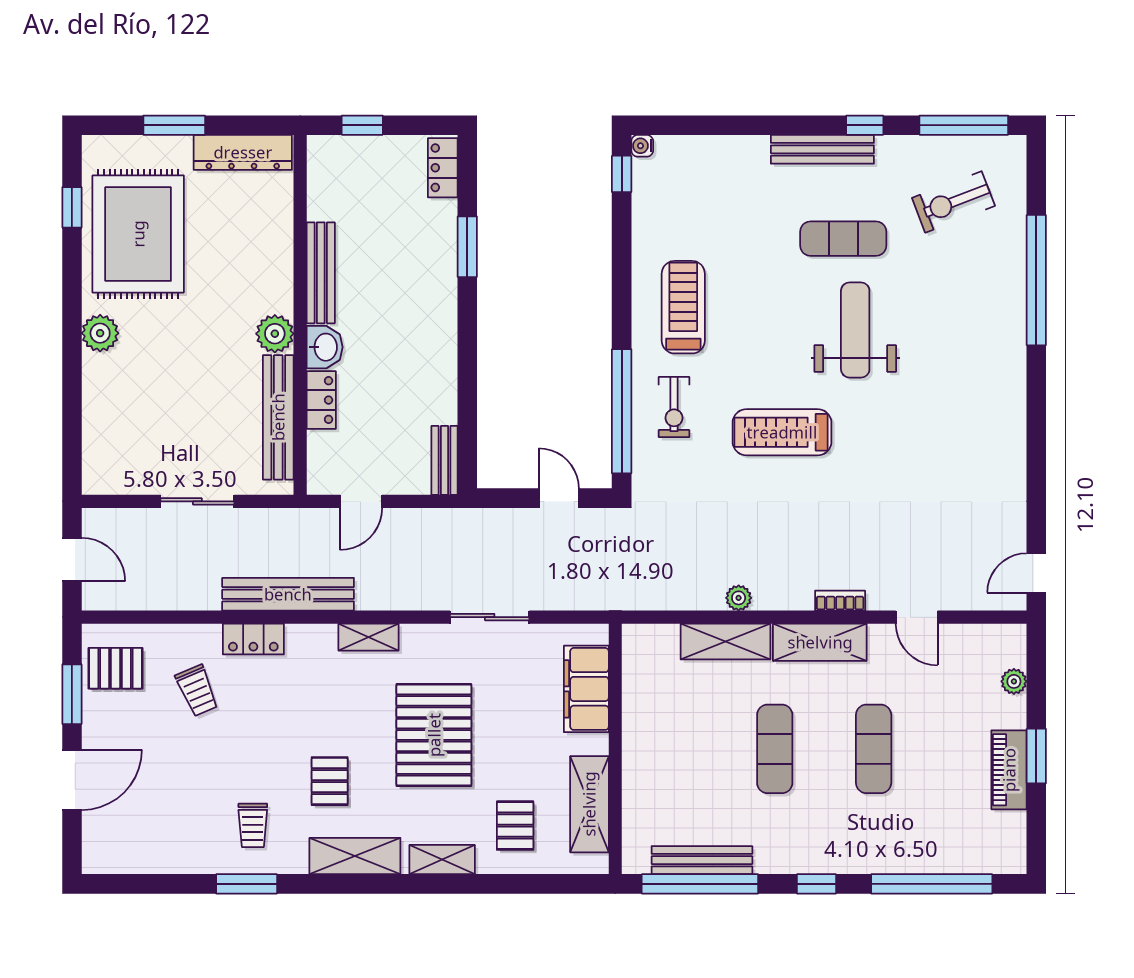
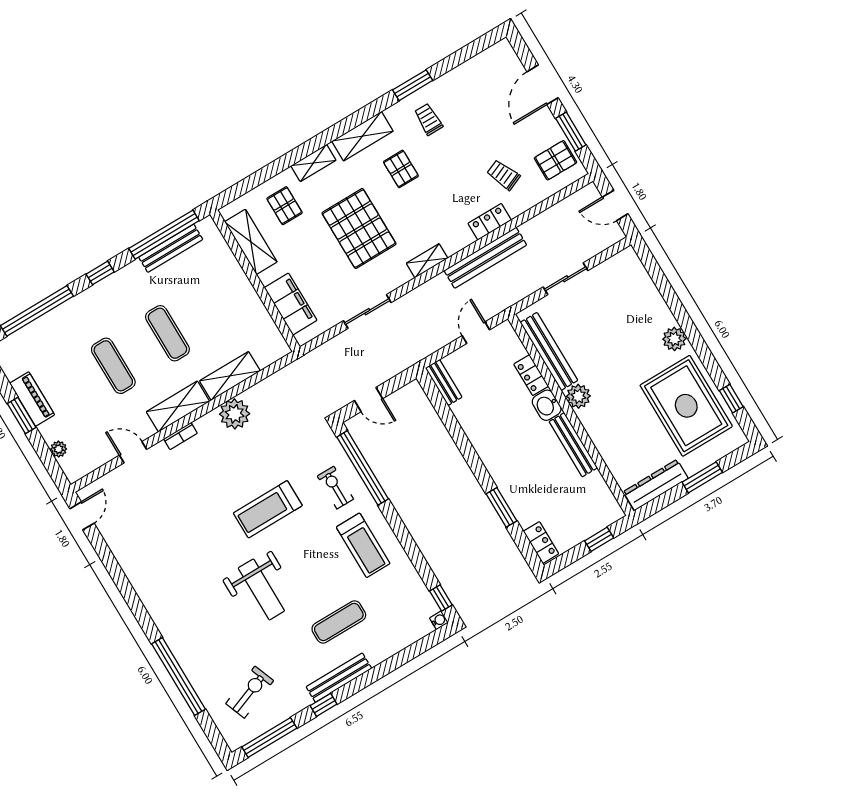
exercise mat: (843, 239) -> (339, 622), moved
treadmill: (782, 432) -> (268, 509), turned 180
plant: (739, 598) -> (235, 414), width x1.88, depth x1.88

